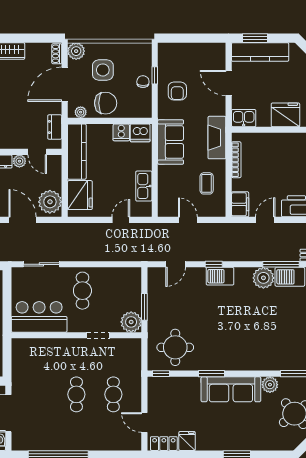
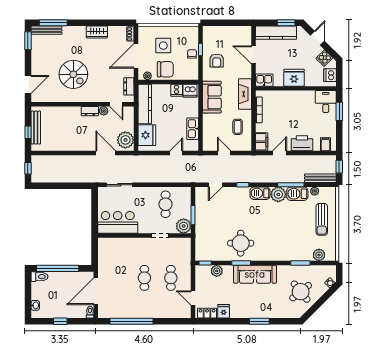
window: (255, 38) -> (286, 23), moved
plant: (76, 51) -> (144, 32), removed
barbecue: (220, 276) -> (260, 193), moved
cafe table: (82, 291) -> (166, 204), moved
round table: (175, 347) -> (241, 243), moved
plant: (270, 385) -> (217, 271), moved

